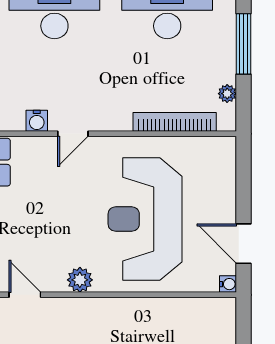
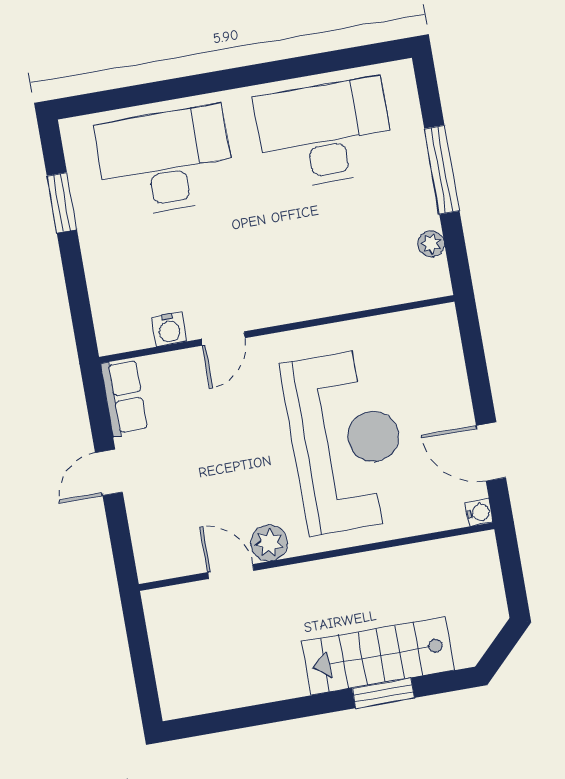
bookcase: (175, 122) -> (364, 297), removed
reception desk: (145, 219) -> (346, 441), turned 180
door: (25, 295) -> (231, 572), moved

